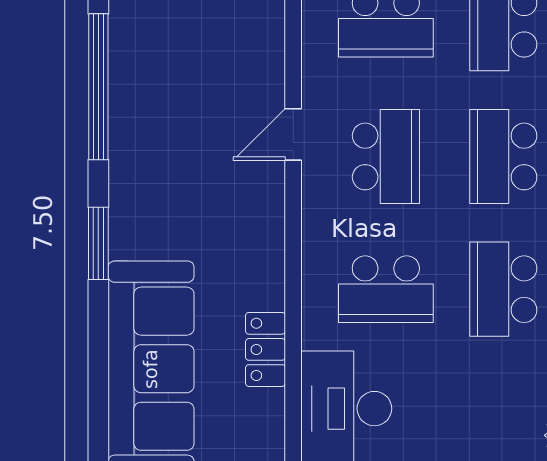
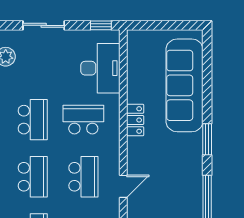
school desk: (386, 156) -> (83, 177), turned 180
locker: (265, 349) -> (135, 120), moved

